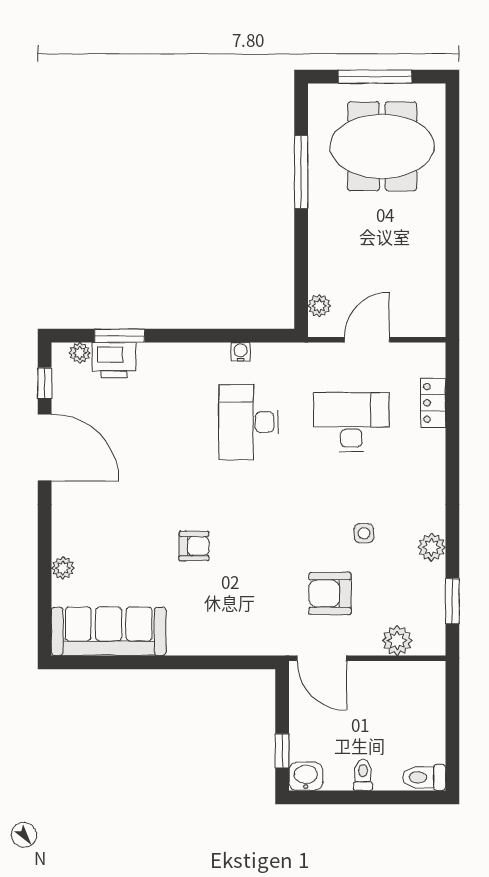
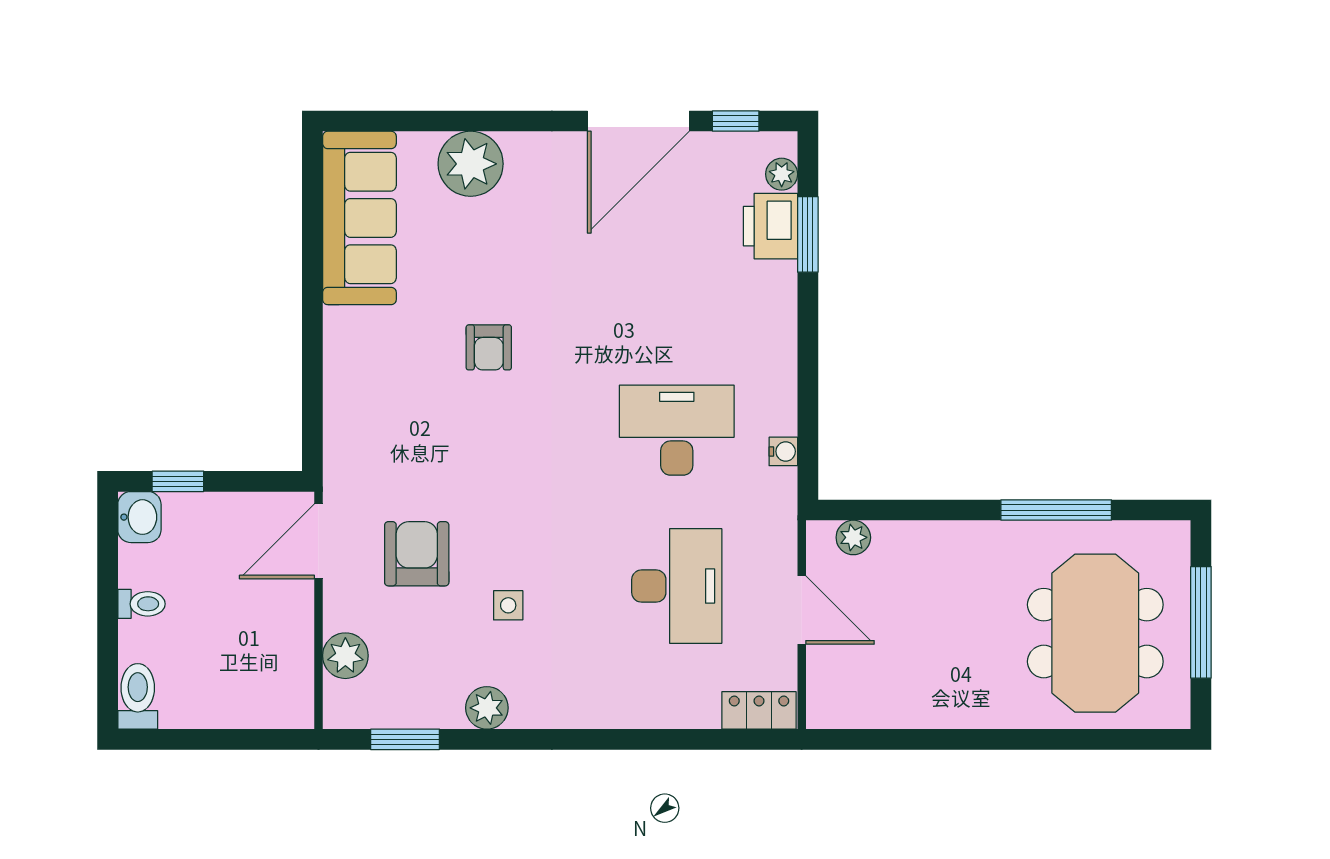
water cooler: (241, 352) -> (783, 451), moved
locker: (433, 403) -> (759, 710), moved
plant: (63, 568) -> (471, 164), width x1.88, depth x1.88

